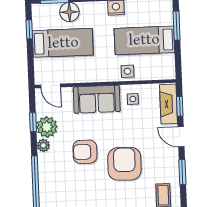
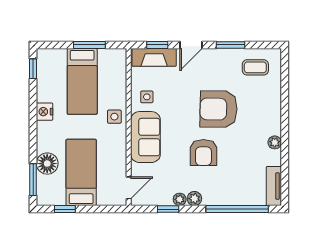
window: (177, 26) -> (89, 45), moved
side table: (127, 71) -> (114, 117), moved
plant: (47, 127) -> (180, 199), width x0.53, depth x0.53

